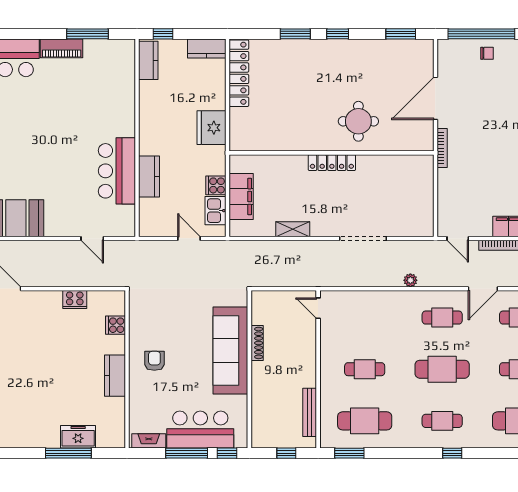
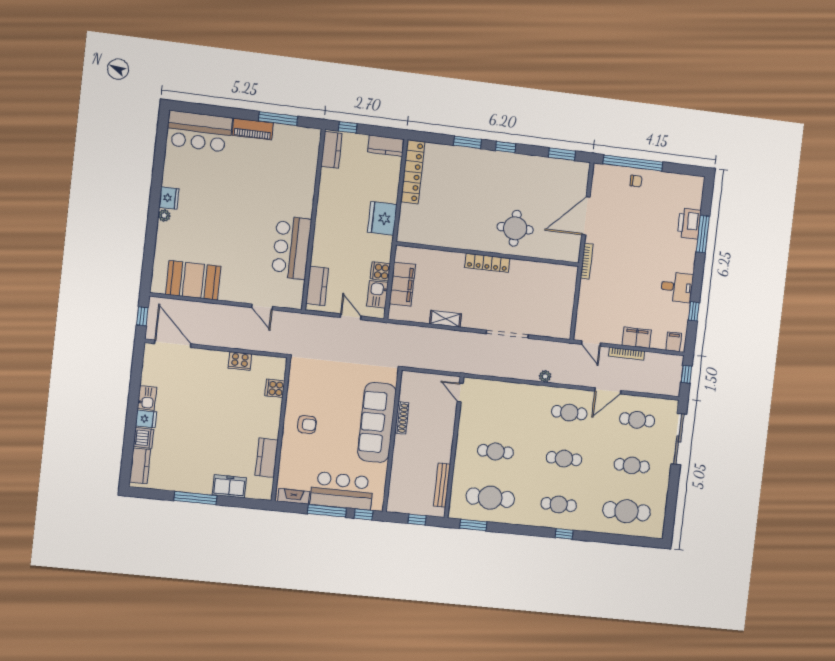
kitchen counter: (149, 176) -> (317, 286), moved
armchair: (154, 361) -> (307, 424), turned 90
cafe table: (442, 369) -> (564, 459), width x0.73, depth x0.74
kitchen counter: (115, 376) -> (267, 458), moved
window: (68, 453) -> (195, 498), moved

